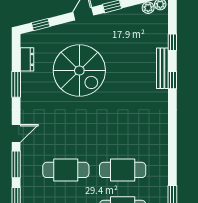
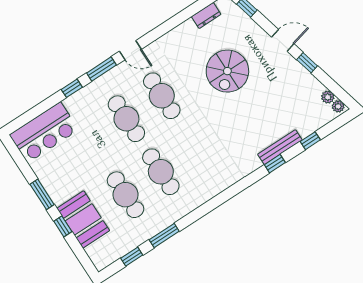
spiral stairs: (79, 71) -> (227, 71), width x0.73, depth x0.73
window: (16, 84) -> (176, 21), removed
cafe table: (66, 132) -> (162, 96), added

